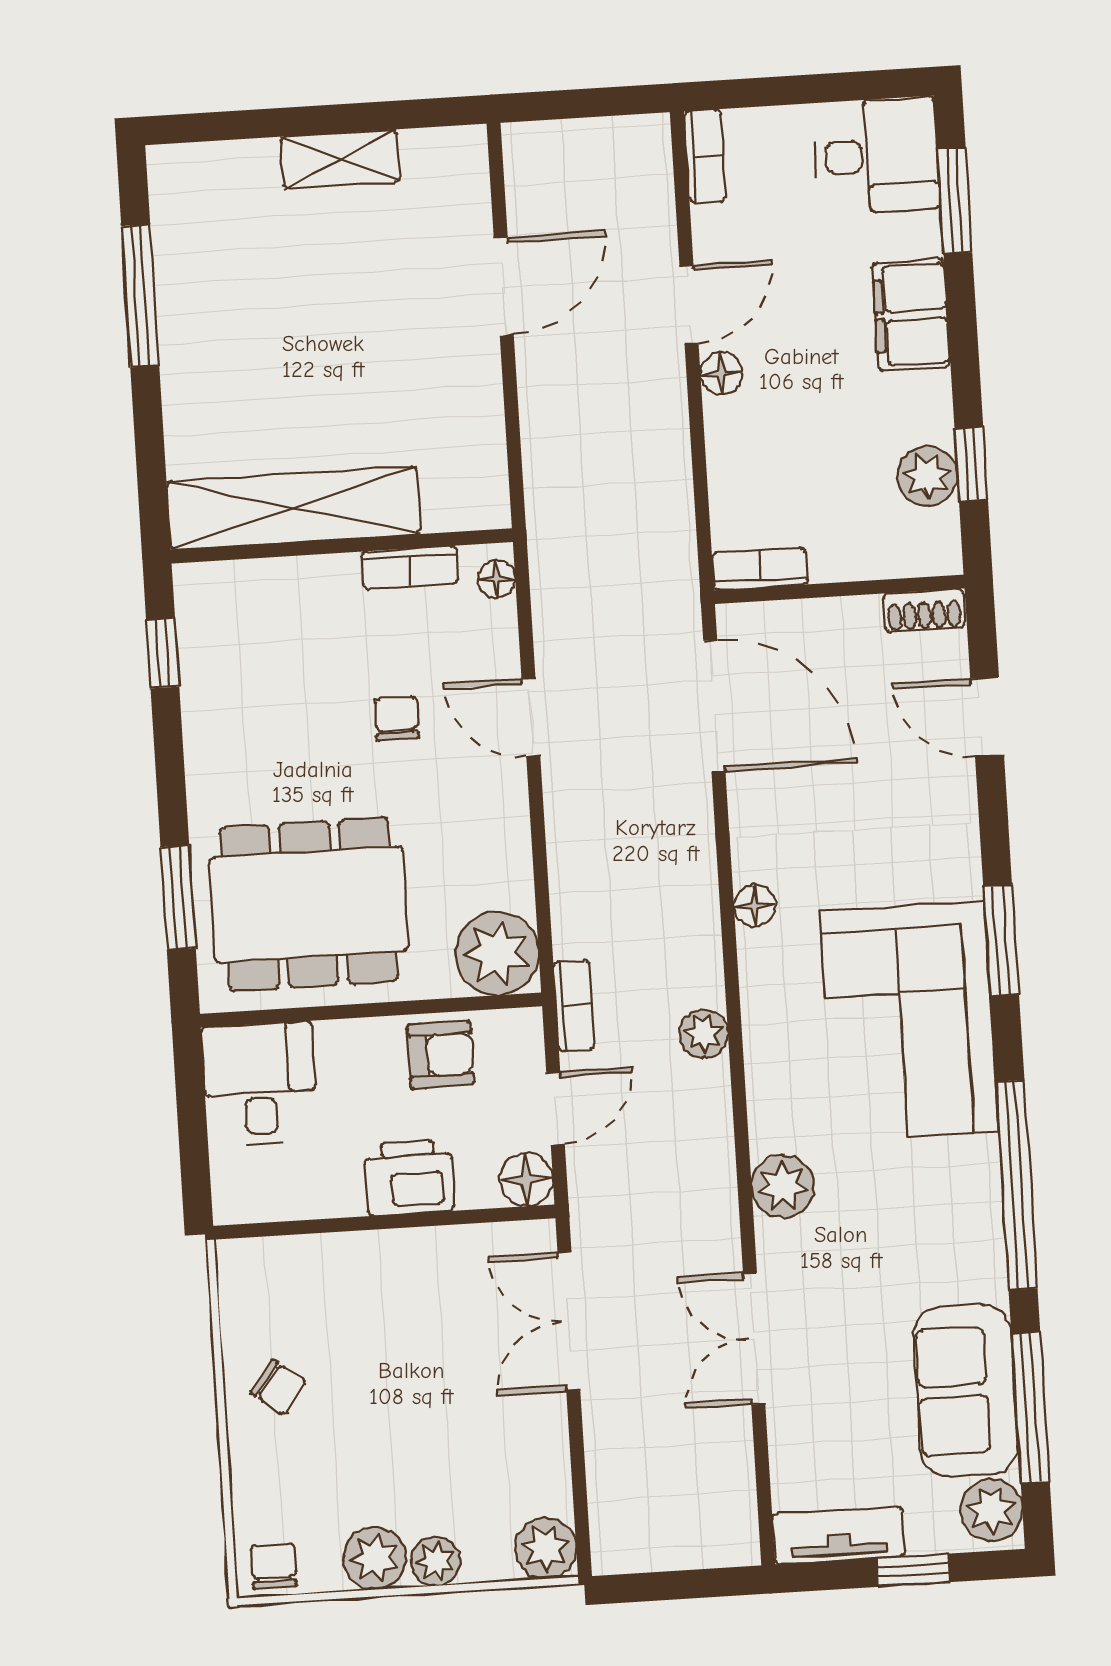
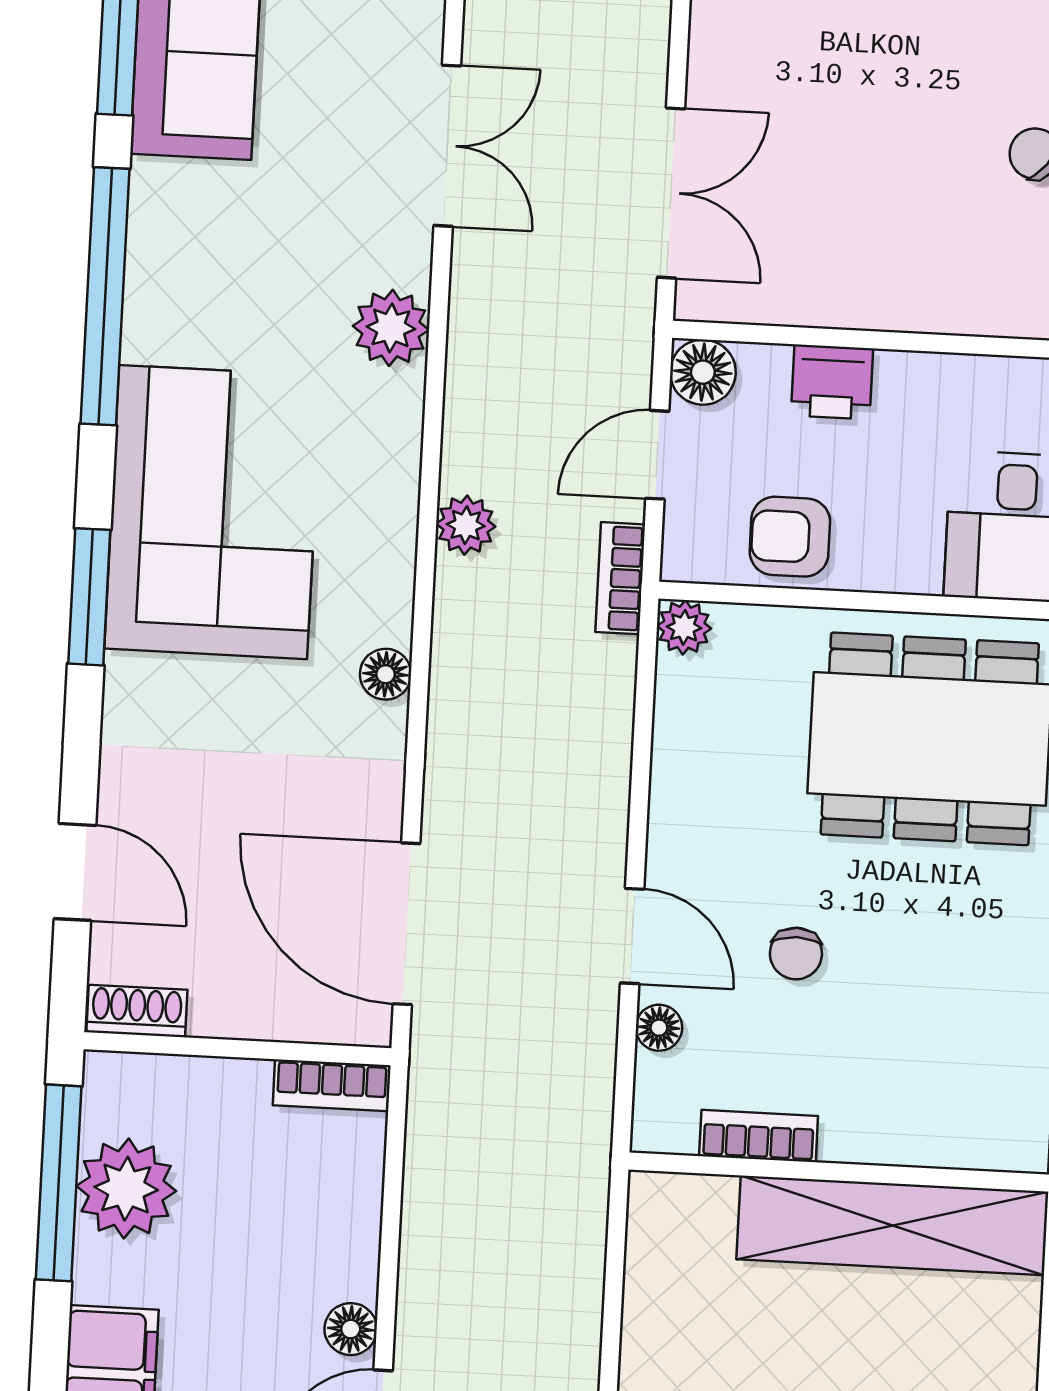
window: (971, 464) -> (59, 1183), width x2.17
plant: (928, 476) -> (126, 1189), width x1.36, depth x1.36
floor lamp: (496, 579) -> (659, 1028), moved
plant: (497, 953) -> (684, 627), width x0.53, depth x0.53
printer: (409, 1177) -> (832, 382), width x0.73, depth x0.81

